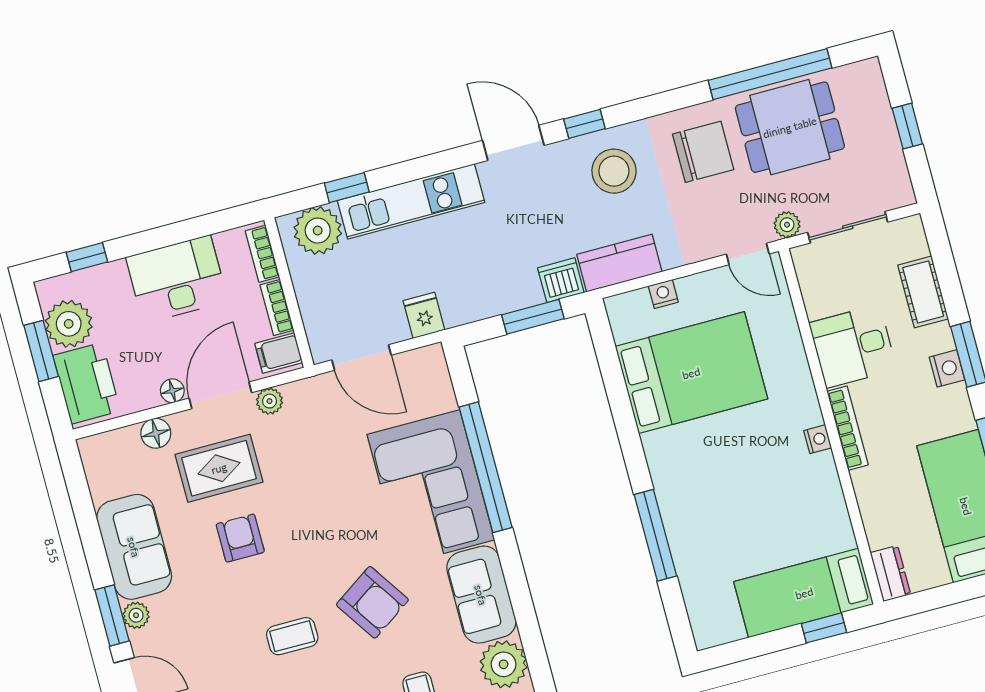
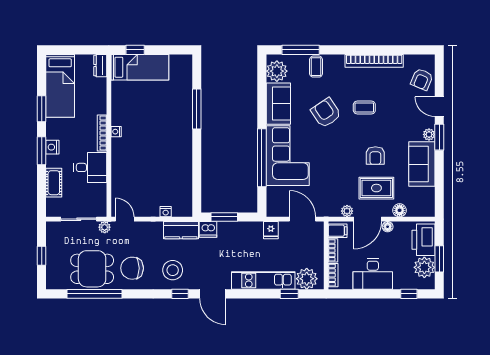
bed: (691, 373) -> (163, 175), removed

